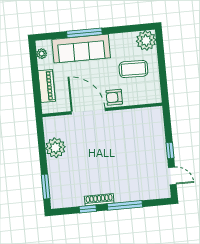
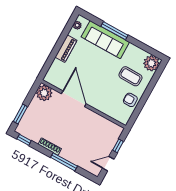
armchair: (114, 97) -> (130, 100), moved
wall: (102, 110) -> (83, 104), moved
door: (88, 111) -> (74, 99), moved
door: (172, 176) -> (108, 164), swing flipped
window: (88, 209) -> (24, 140), moved

